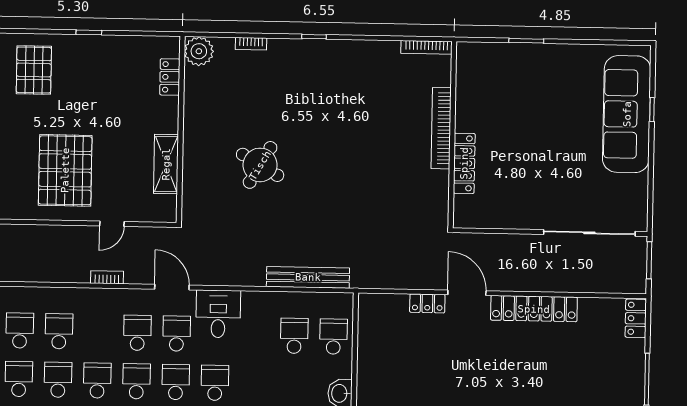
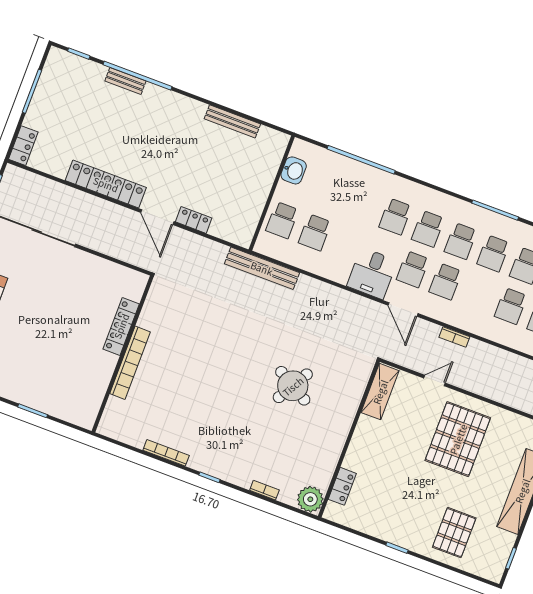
bookcase: (427, 47) -> (166, 453), moved
shelving: (166, 164) -> (380, 392), moved
bench: (308, 277) -> (262, 268), moved

